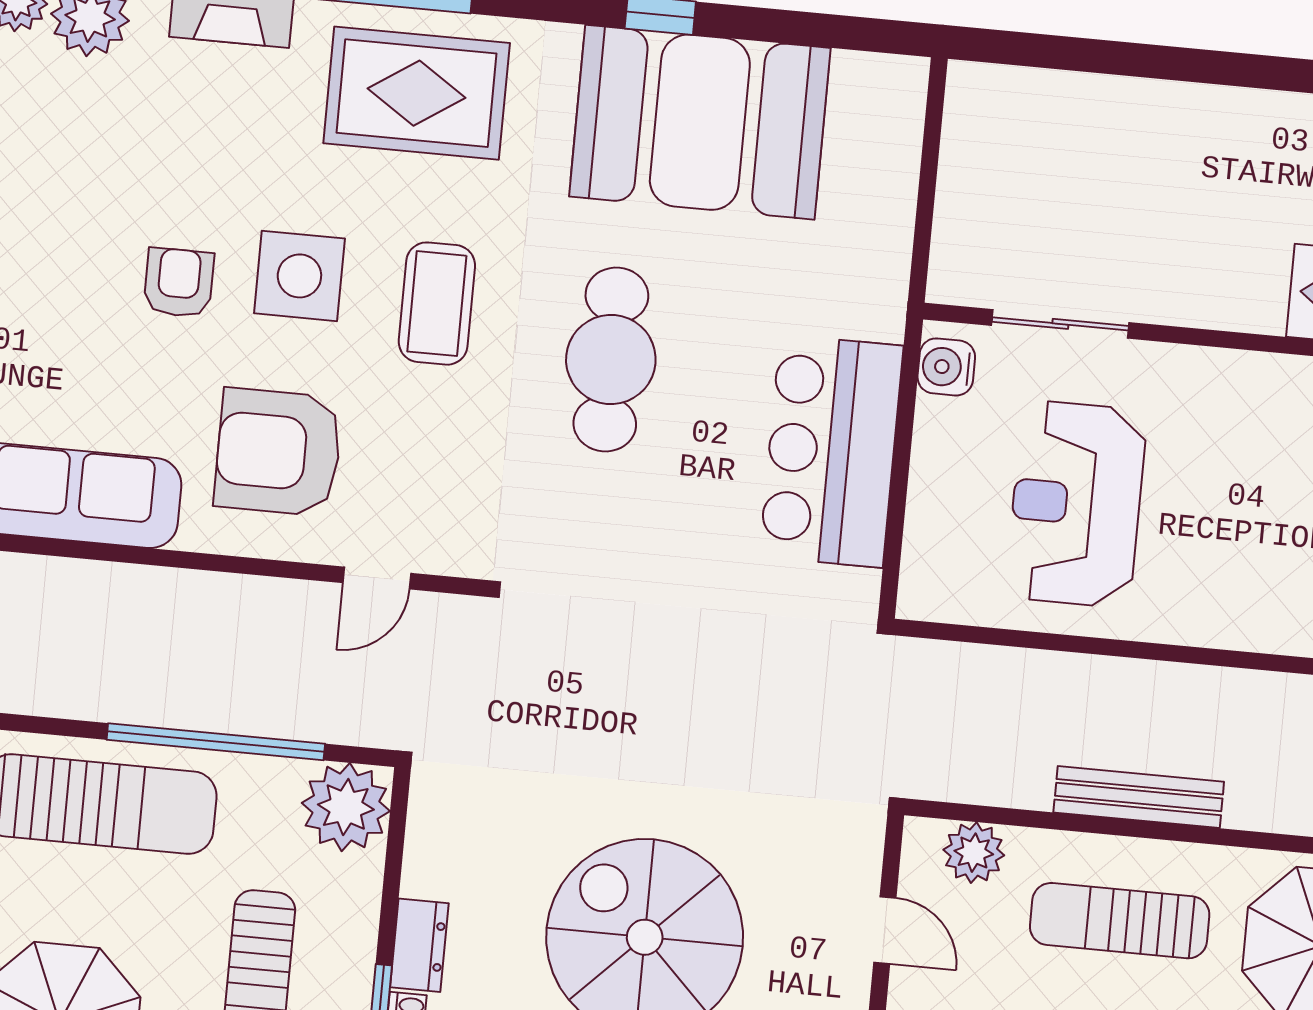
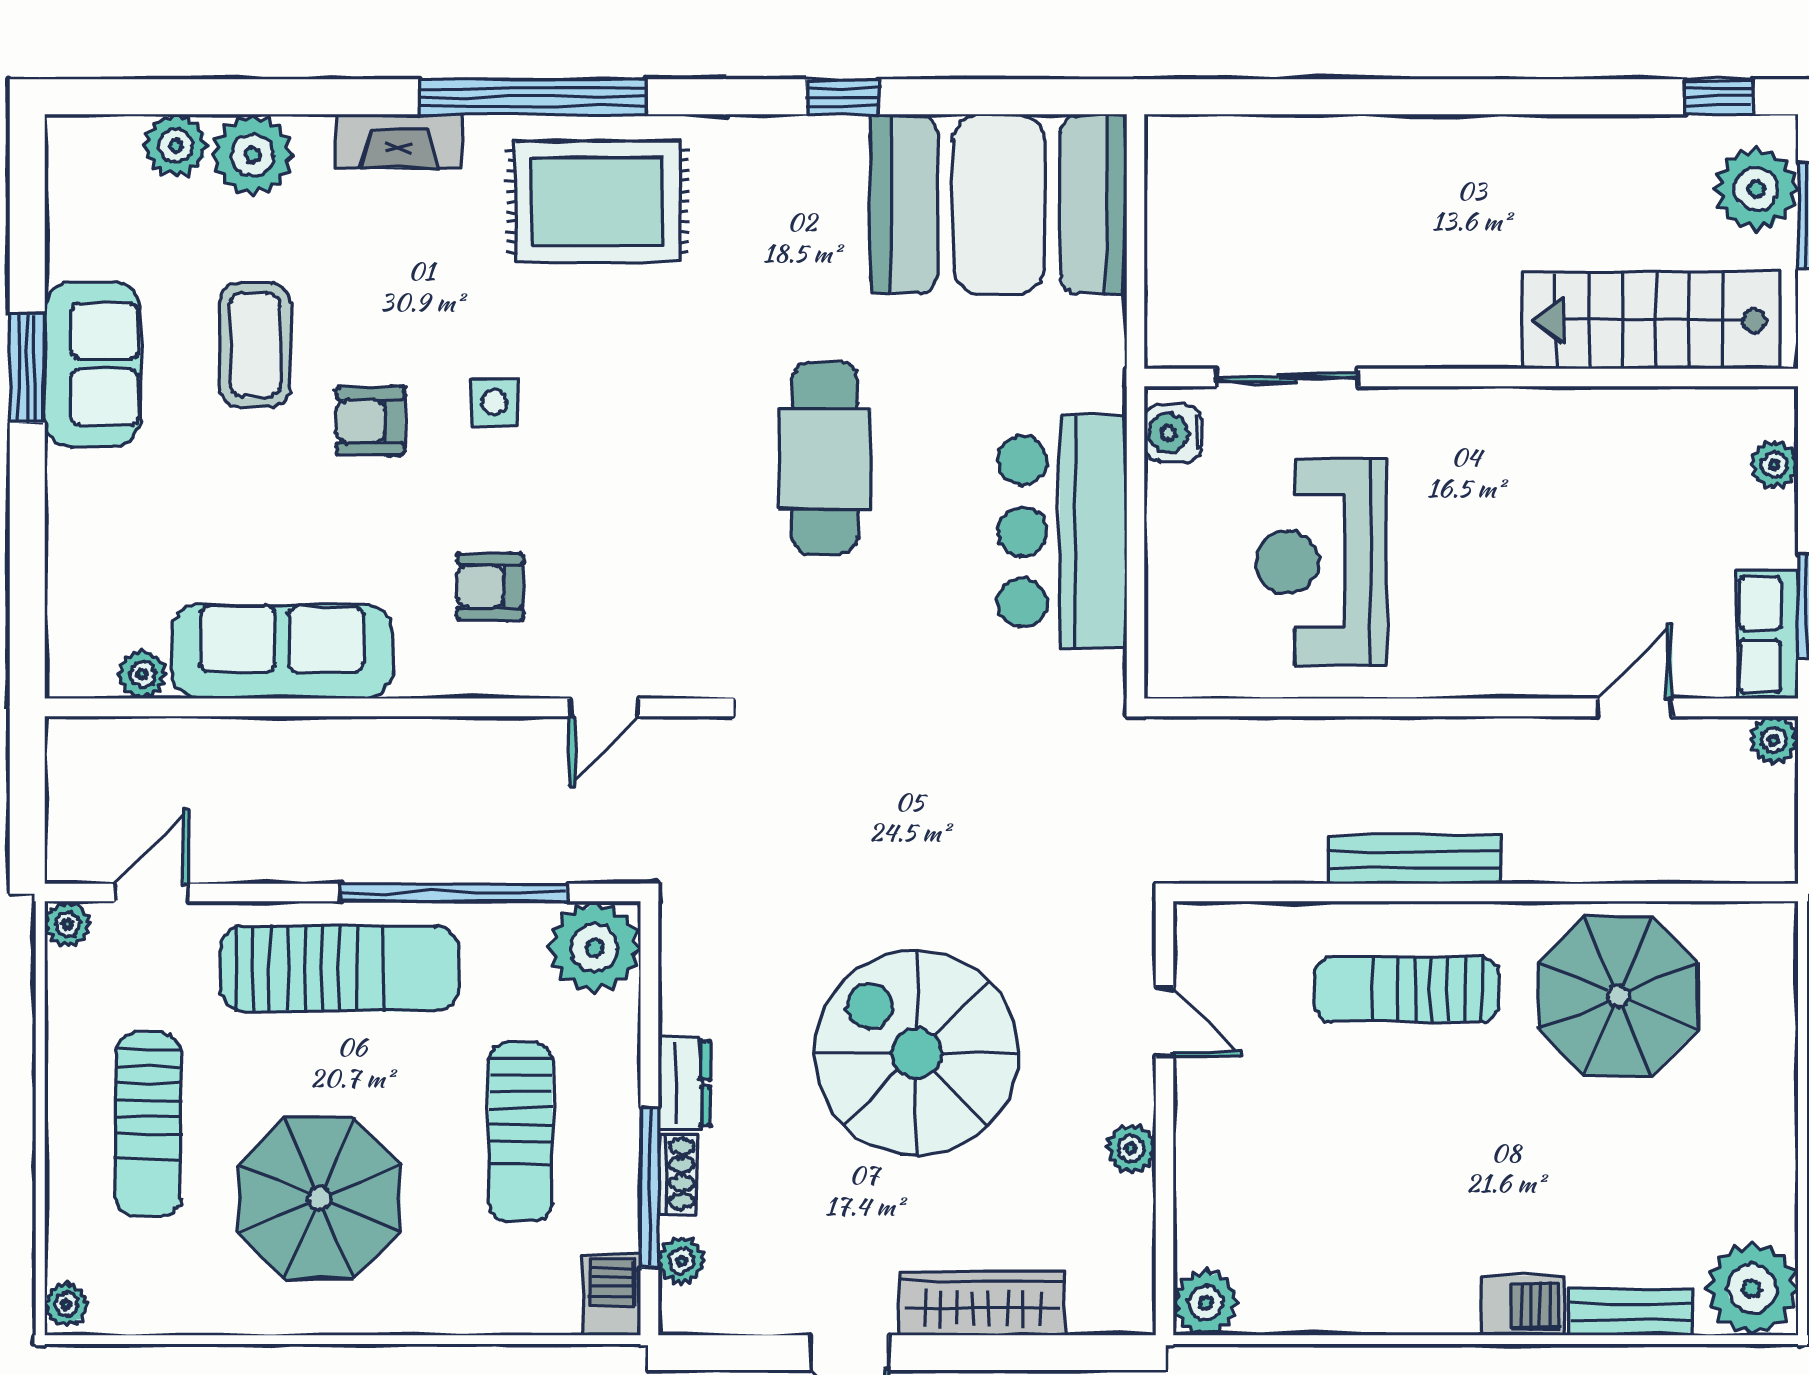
booth: (700, 122) -> (999, 204), moved
side table: (299, 276) -> (495, 402), width x0.54, depth x0.54
armchair: (179, 283) -> (370, 421), turned -90
coffee table: (437, 304) -> (255, 345), moved
armchair: (278, 452) -> (490, 587), width x0.53, depth x0.53
plant: (974, 853) -> (1249, 933), removed

